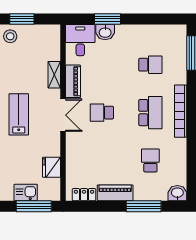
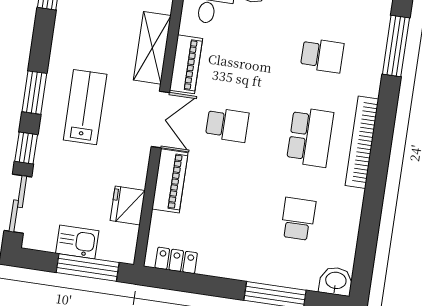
shelving: (54, 75) -> (152, 48), width x1.50, depth x1.33
school desk: (102, 113) -> (227, 125), turned 180
piano: (115, 193) -> (170, 181), moved, turned 90

